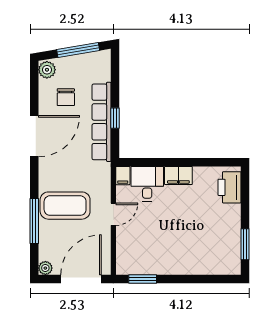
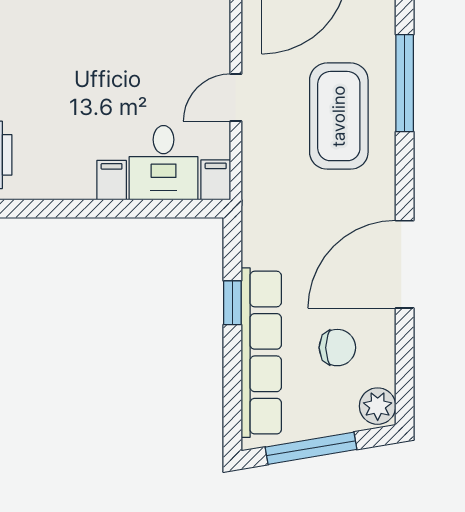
chair: (66, 97) -> (337, 348), turned 90
row of seats: (101, 122) -> (261, 353), moved
filing cabinet: (178, 176) -> (112, 180), width x0.50
coffee table: (65, 206) -> (339, 116), turned 90

